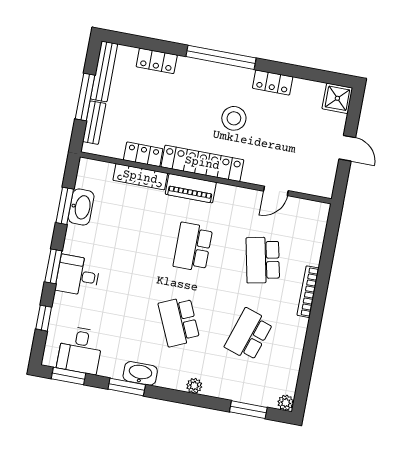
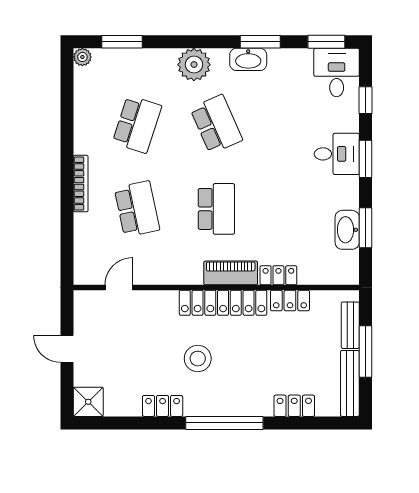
locker: (140, 177) -> (278, 275), width x0.66
door: (276, 191) -> (119, 288), moved
desk: (80, 350) -> (337, 72), moved
plant: (194, 386) -> (194, 65), width x1.87, depth x1.87

